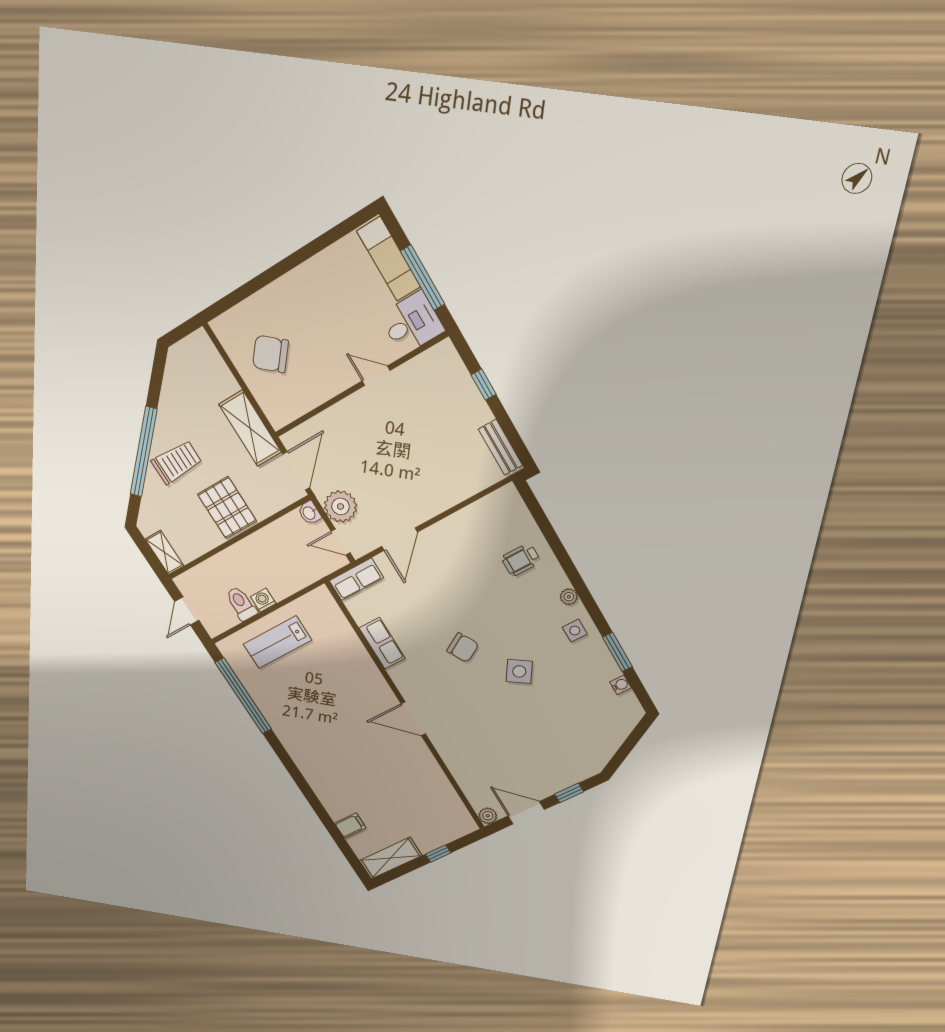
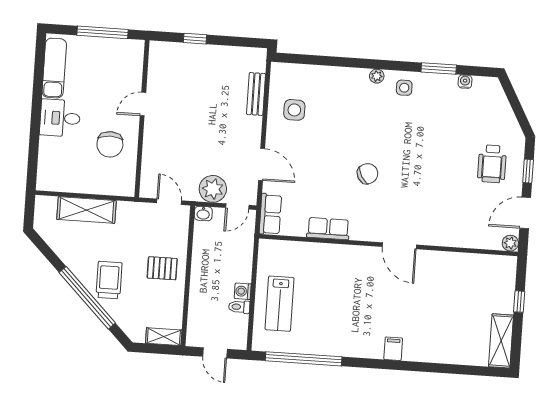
exam couch: (389, 259) -> (54, 68), moved, turned -90
desk: (412, 323) -> (60, 118), moved, turned -90
chair: (270, 354) -> (110, 144), moved, turned -40
shelving: (250, 428) -> (87, 210), moved
bench: (500, 447) -> (256, 94), moved, turned 90
door: (296, 471) -> (169, 202), width x0.73
pallet: (227, 508) -> (162, 268), width x0.67, depth x0.71
wheelchair: (521, 560) -> (492, 164), moved, width x1.36, depth x1.37
toilet: (241, 604) -> (239, 307), width x0.73, depth x0.72
side table: (519, 671) -> (294, 110), moved, turned -33
door: (413, 719) -> (399, 246), hinge flipped
filing cabinet: (350, 826) -> (393, 349), moved

